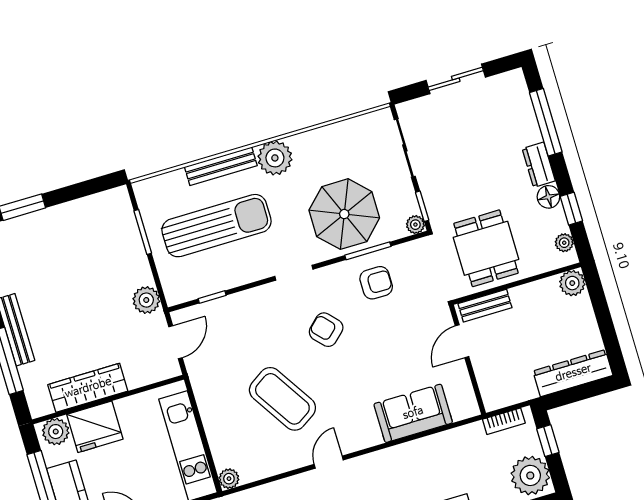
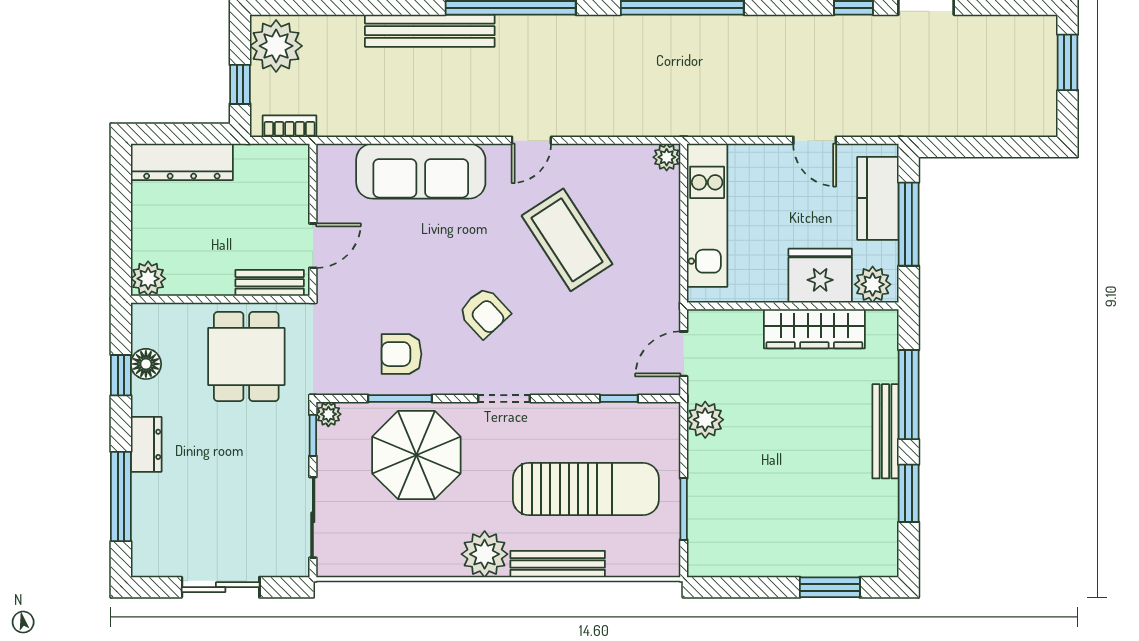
floor lamp: (548, 197) -> (146, 364), moved
sun lounger: (217, 226) -> (586, 489), turned 180
plant: (564, 243) -> (143, 334), removed
sofa: (413, 413) -> (421, 171), width x1.36

